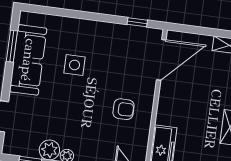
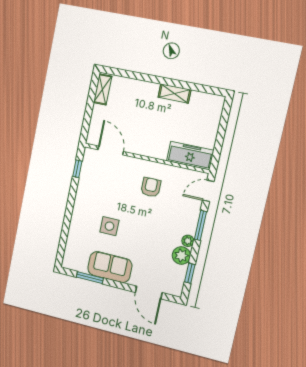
sofa: (28, 60) -> (110, 267), width x0.73
door: (161, 60) -> (111, 151), width x0.73

